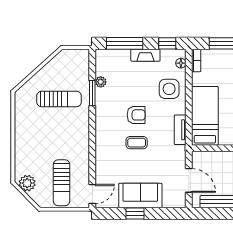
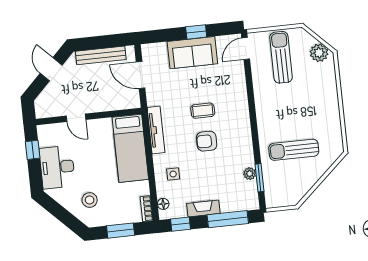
side table: (169, 89) -> (173, 174), width x0.54, depth x0.54
window: (92, 93) -> (260, 178), moved
tv unit: (180, 130) -> (156, 130), width x1.41

